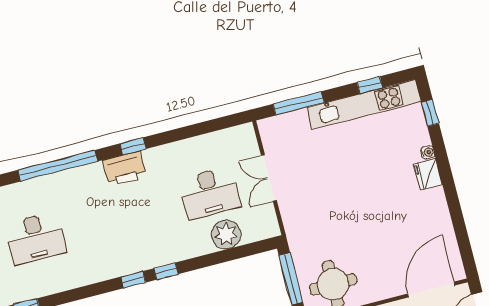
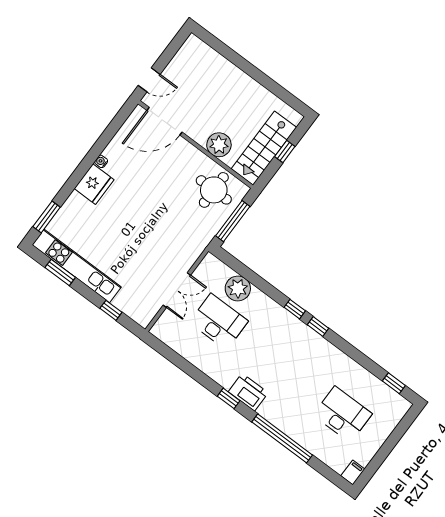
window: (370, 85) -> (60, 272), width x1.50
window: (299, 103) -> (111, 310), width x0.46
window: (430, 113) -> (47, 217), width x1.50
water cooler: (428, 152) -> (101, 161), moved
fridge: (428, 174) -> (94, 184), width x1.36, depth x1.34

